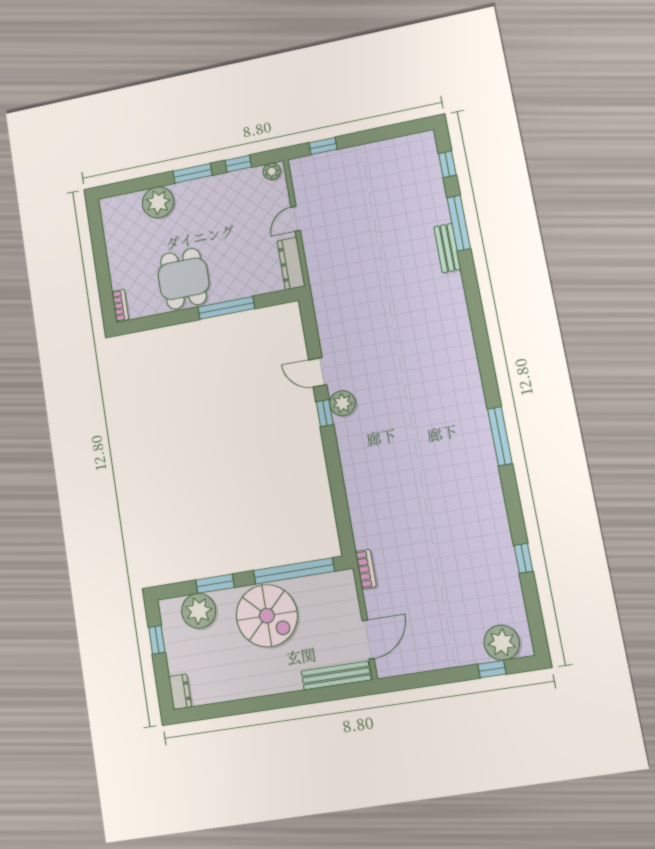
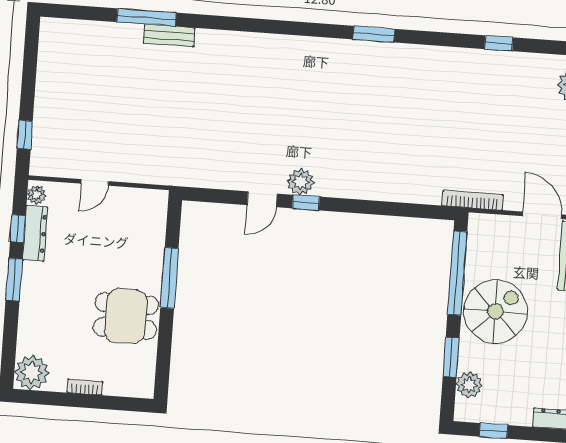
window: (447, 164) -> (82, 13), removed
plant: (158, 202) -> (32, 372), moved
door: (296, 219) -> (95, 182), hinge flipped
dresser: (291, 263) -> (35, 233), moved, turned -90
bookcase: (120, 306) -> (85, 387), moved
window: (500, 436) -> (374, 34), width x0.69
bookcase: (366, 569) -> (473, 200), width x1.56
plant: (199, 611) -> (469, 385), width x0.73, depth x0.73

